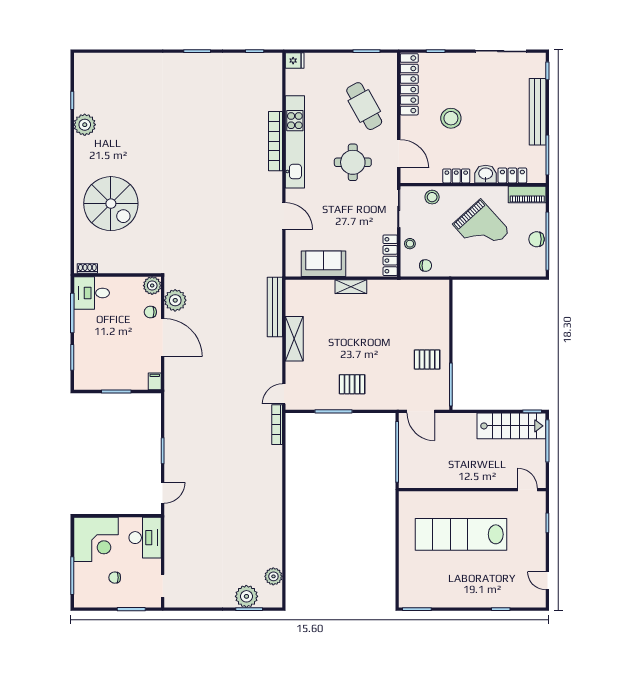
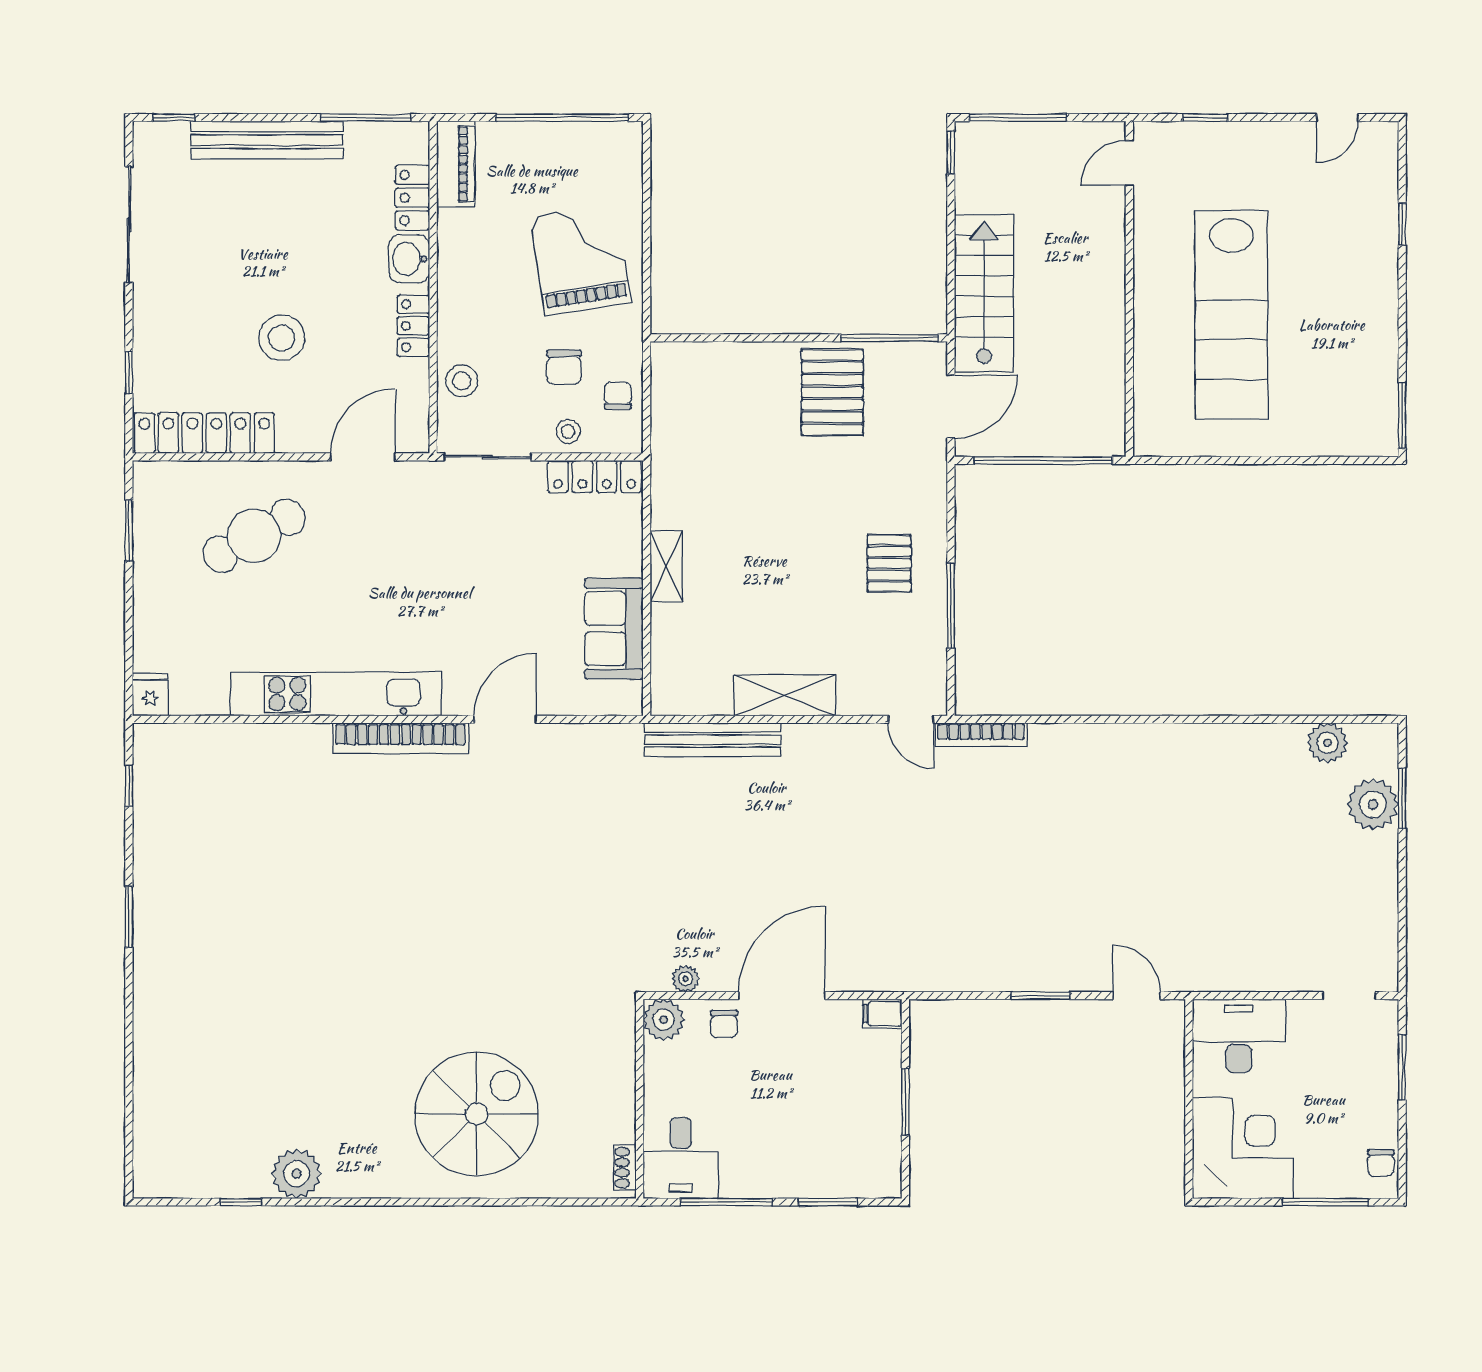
bookcase: (275, 141) -> (400, 738), moved
round table: (353, 162) -> (382, 562), removed
grand piano: (481, 228) -> (581, 259), moved, turned -57
chair: (537, 239) -> (564, 367), moved
plant: (175, 300) -> (686, 979), width x0.53, depth x0.53
pallet: (427, 359) -> (832, 392), width x1.50, depth x1.42
stairs: (511, 426) -> (984, 293), moved
chair: (115, 578) -> (1381, 1163), moved

